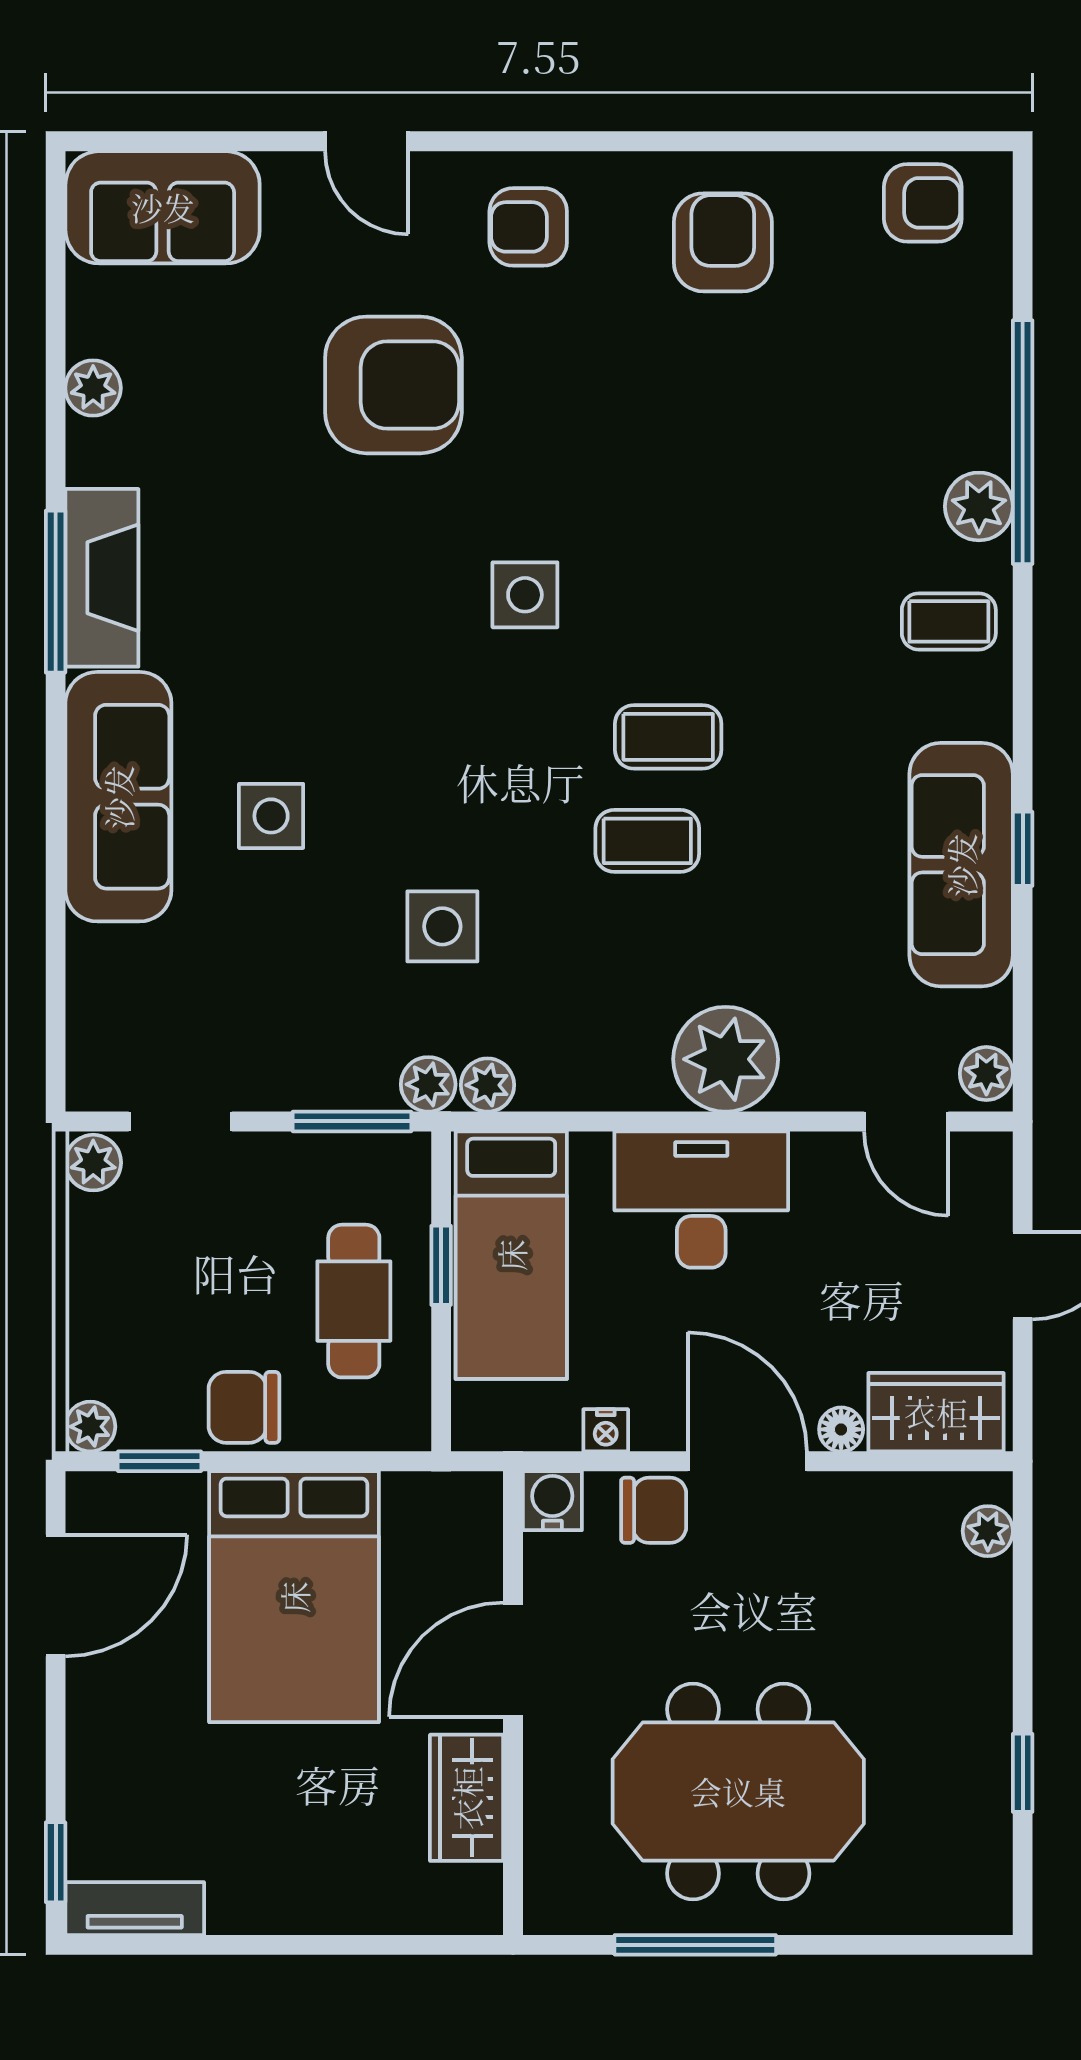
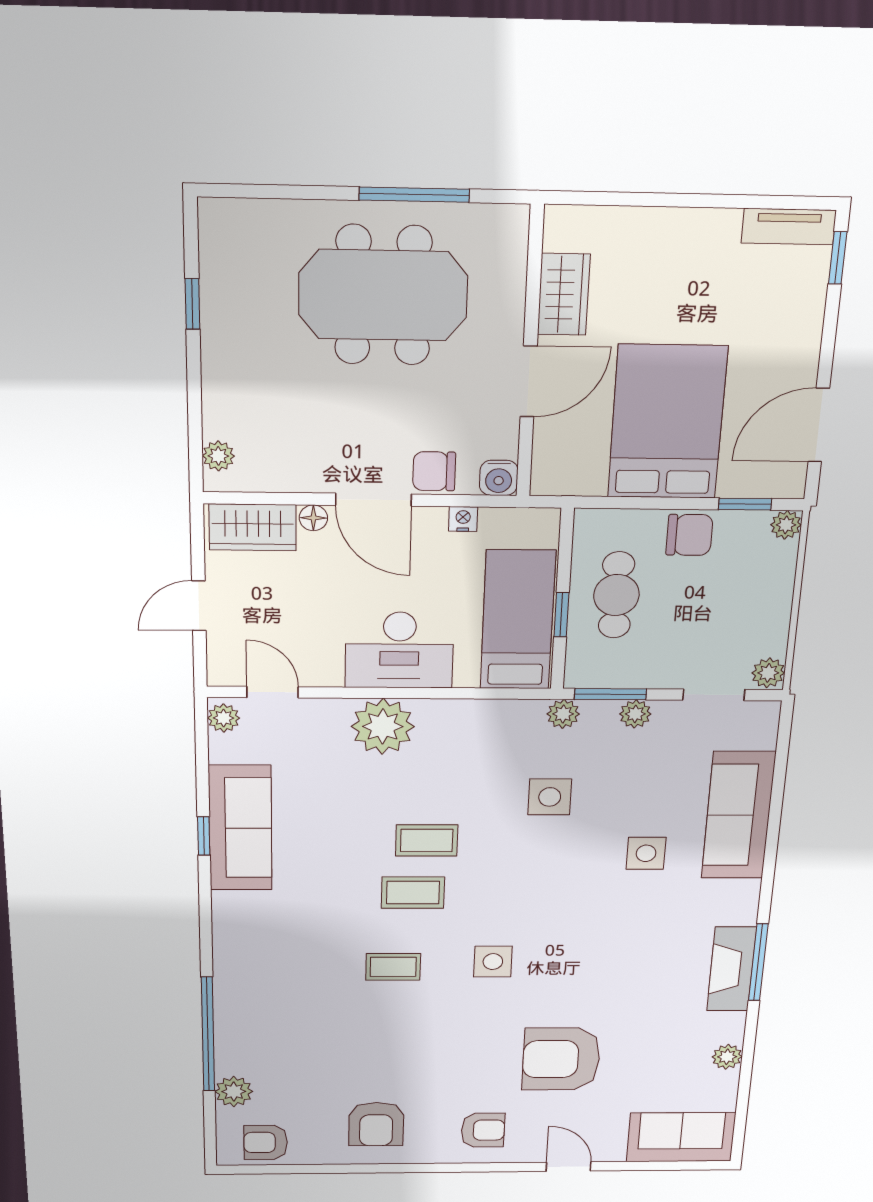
plant: (979, 506) -> (234, 1092), moved
coffee table: (949, 621) -> (393, 967), moved
sofa: (118, 797) -> (738, 815), moved
plant: (487, 1085) -> (635, 714), moved

